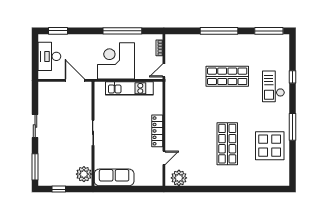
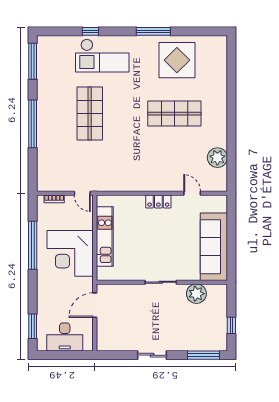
checkout: (273, 86) -> (102, 55), width x1.36, depth x1.21
locker: (157, 131) -> (158, 202), width x0.66
plant: (84, 174) -> (196, 294), moved
sofa: (114, 177) -> (214, 247), width x1.36, depth x1.27
plant: (179, 178) -> (217, 158), moved

